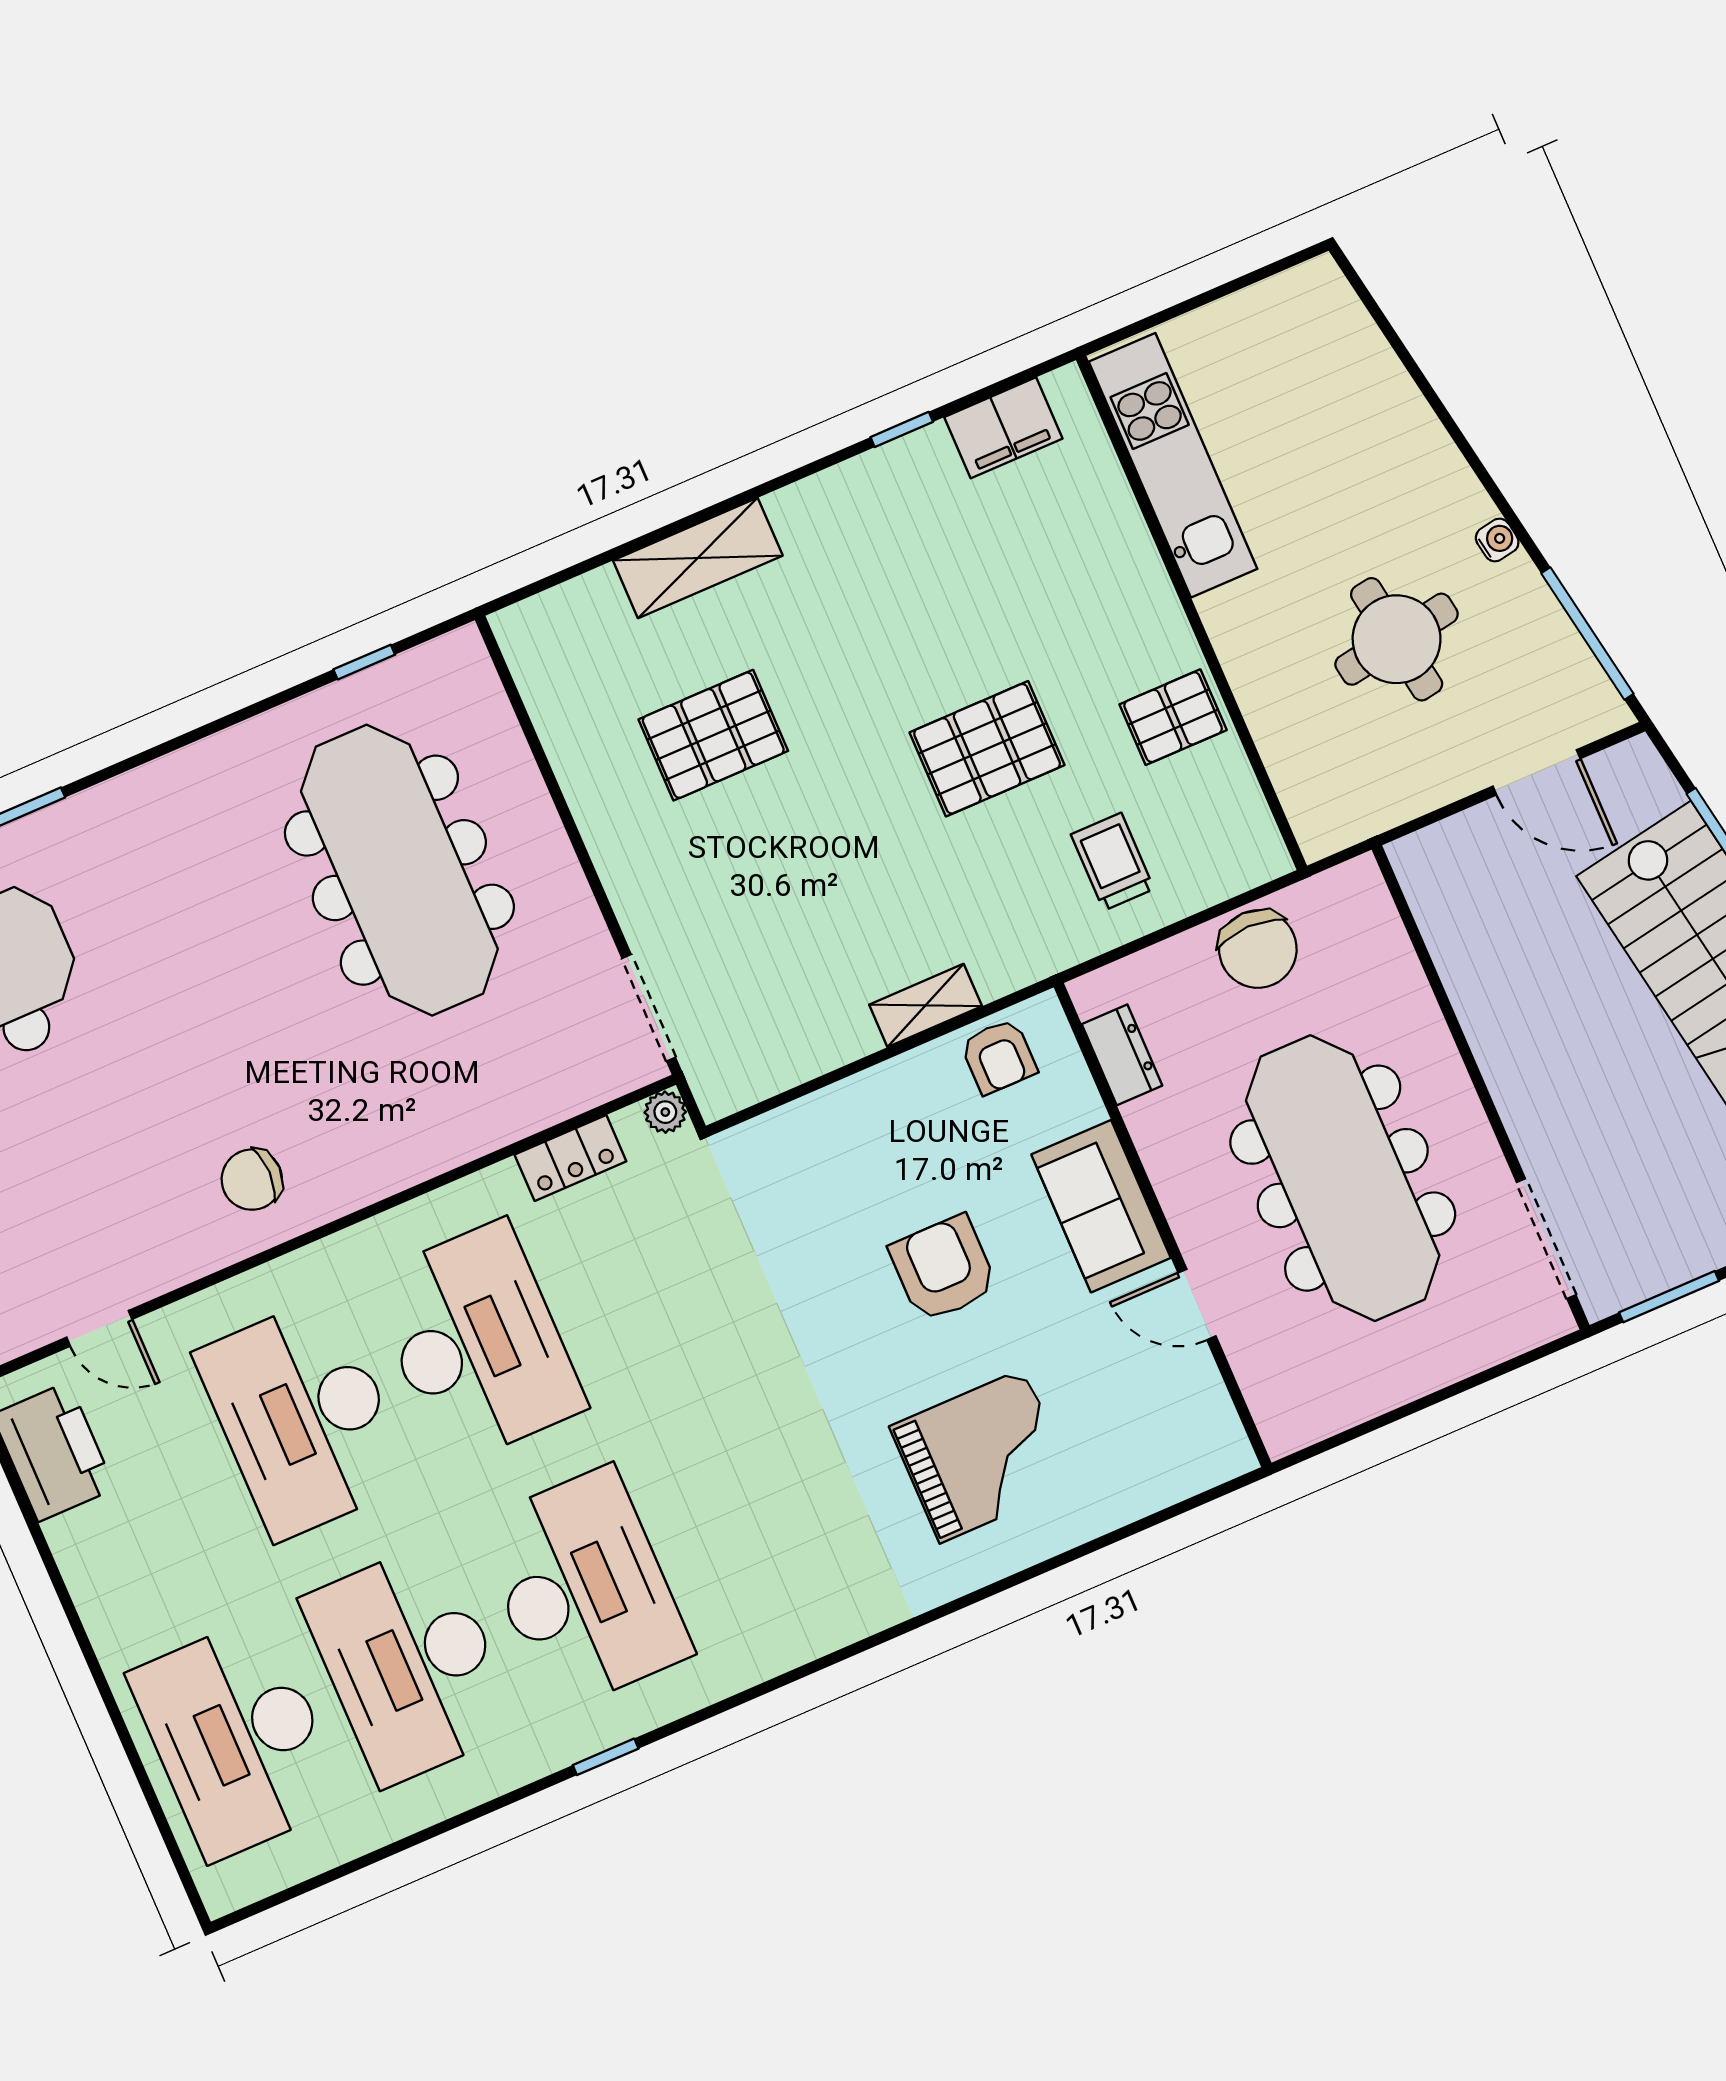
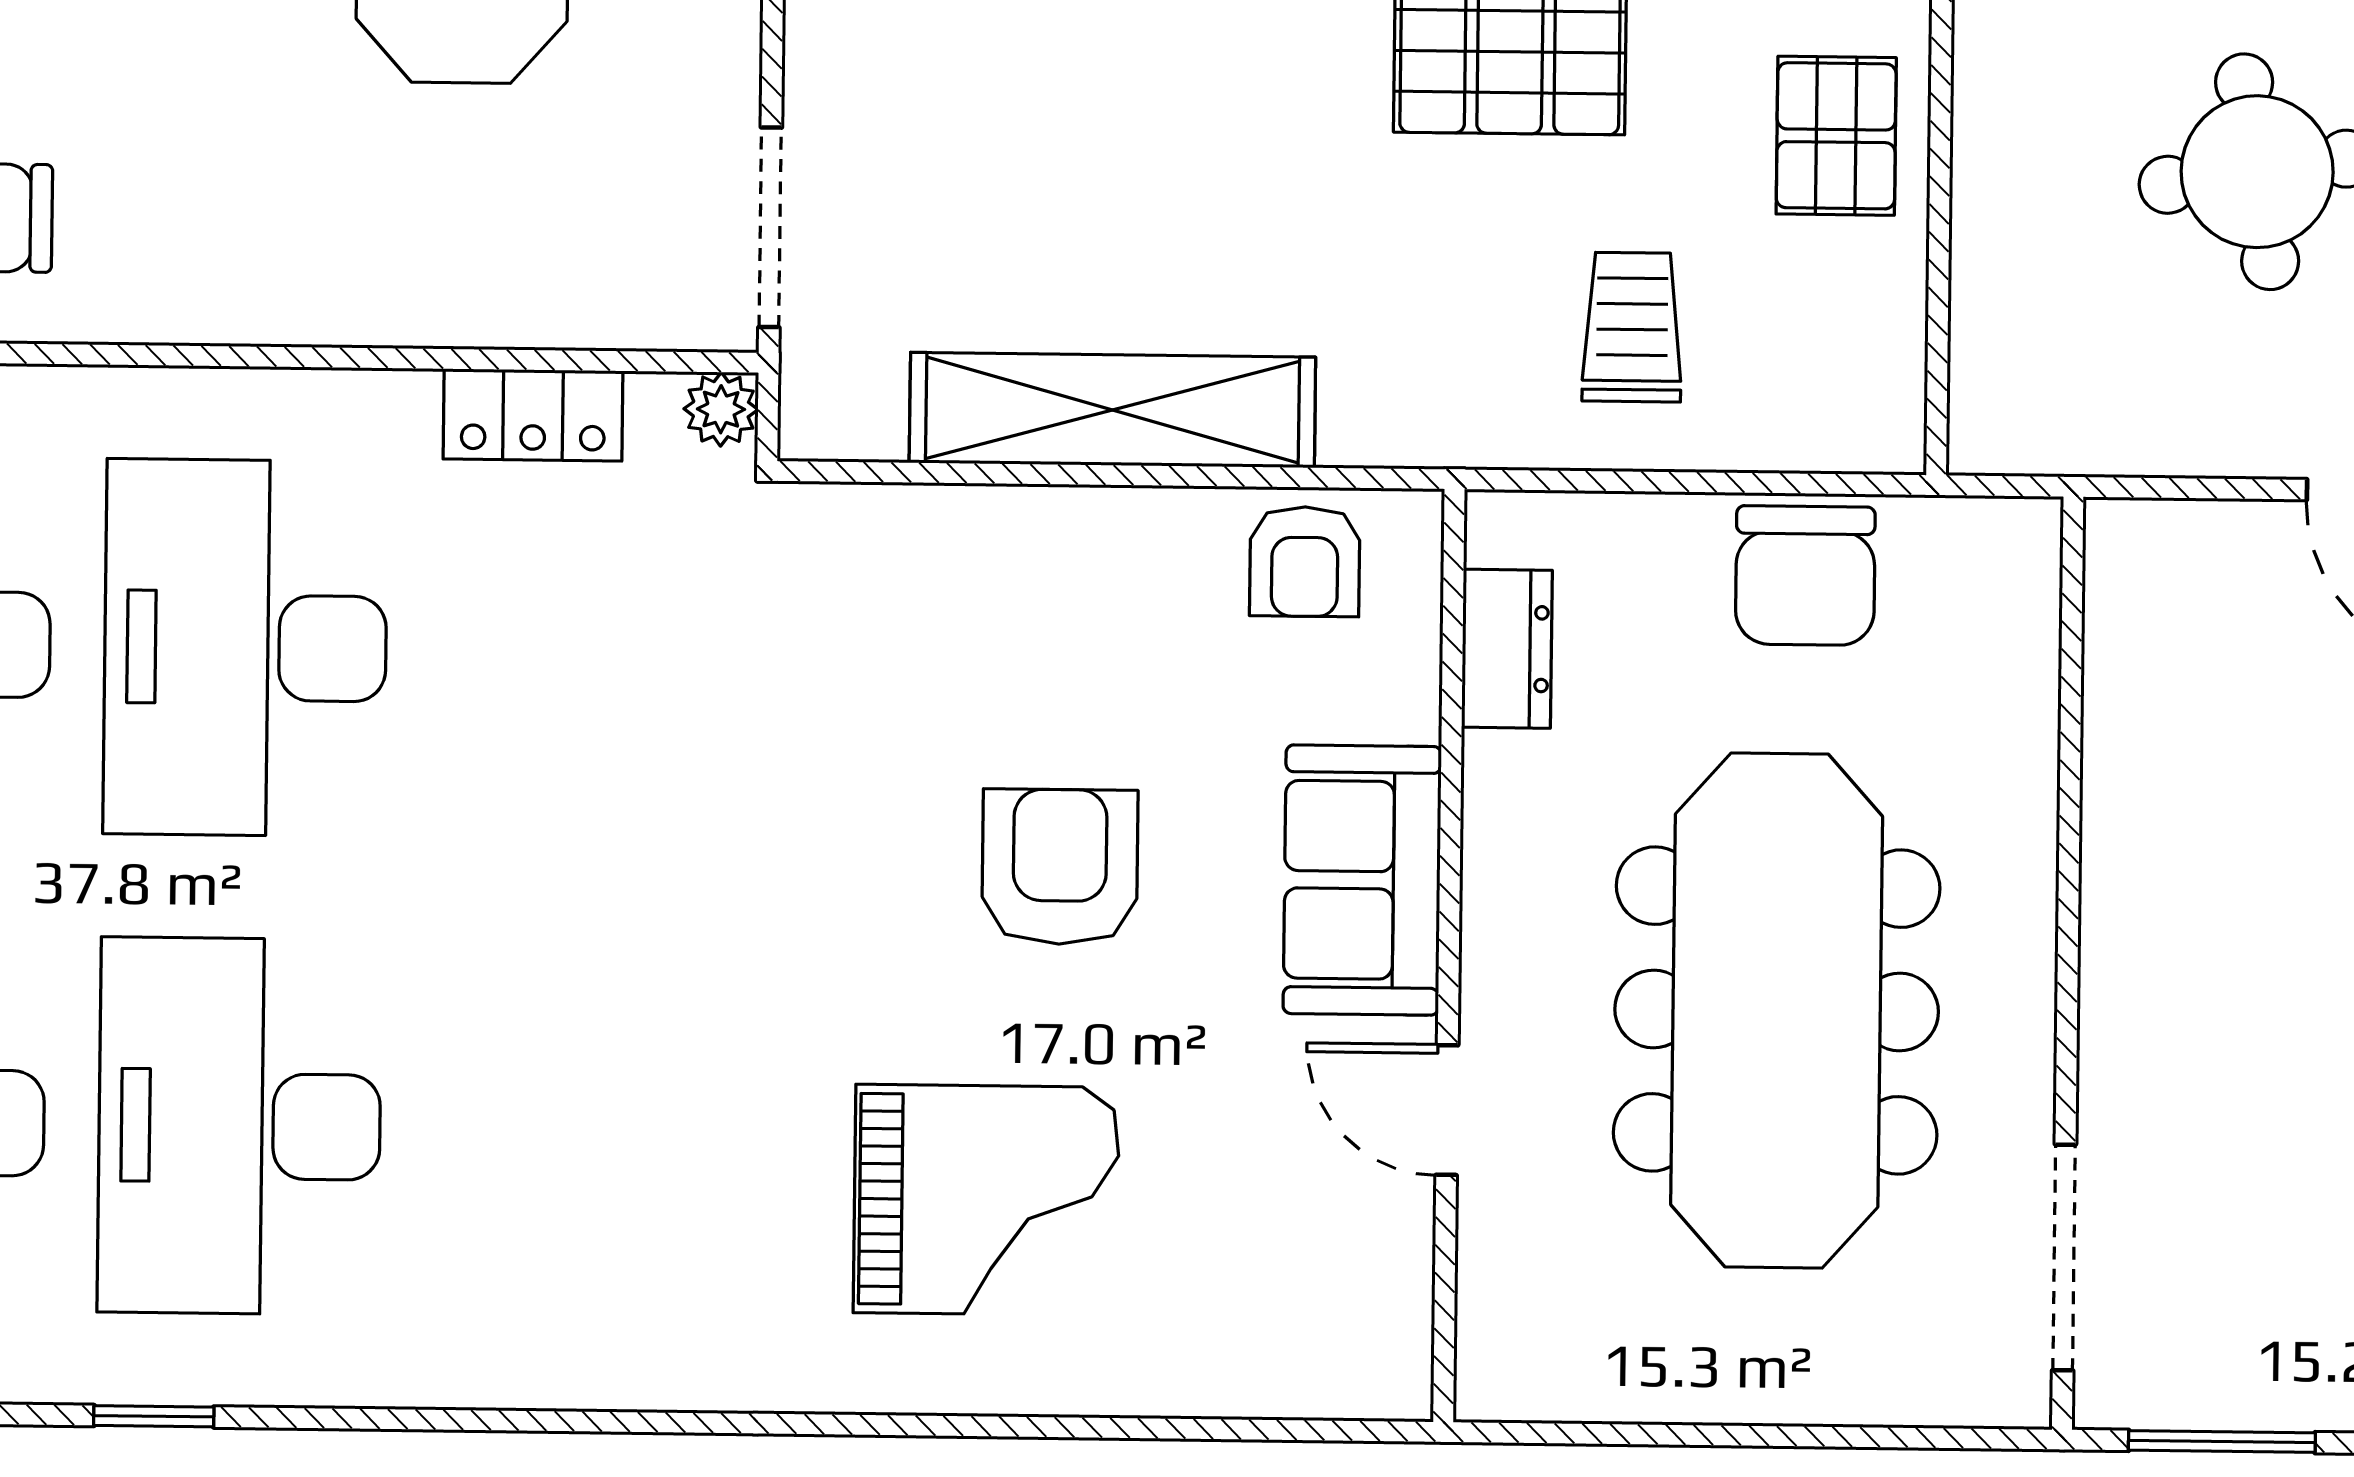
pallet: (1173, 717) -> (1836, 136), turned 90
shelving: (926, 1005) -> (1112, 410), width x2.20, depth x1.33
desk: (477, 1343) -> (245, 648), turned 180
desk: (583, 1589) -> (240, 1126), turned 180

